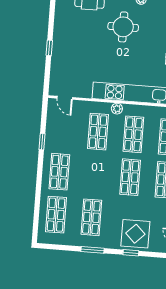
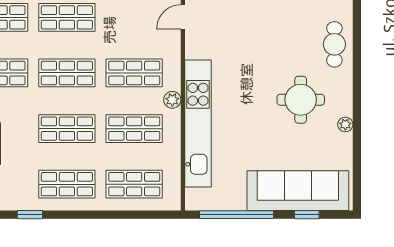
shop shelf: (95, 174) -> (67, 73), added

